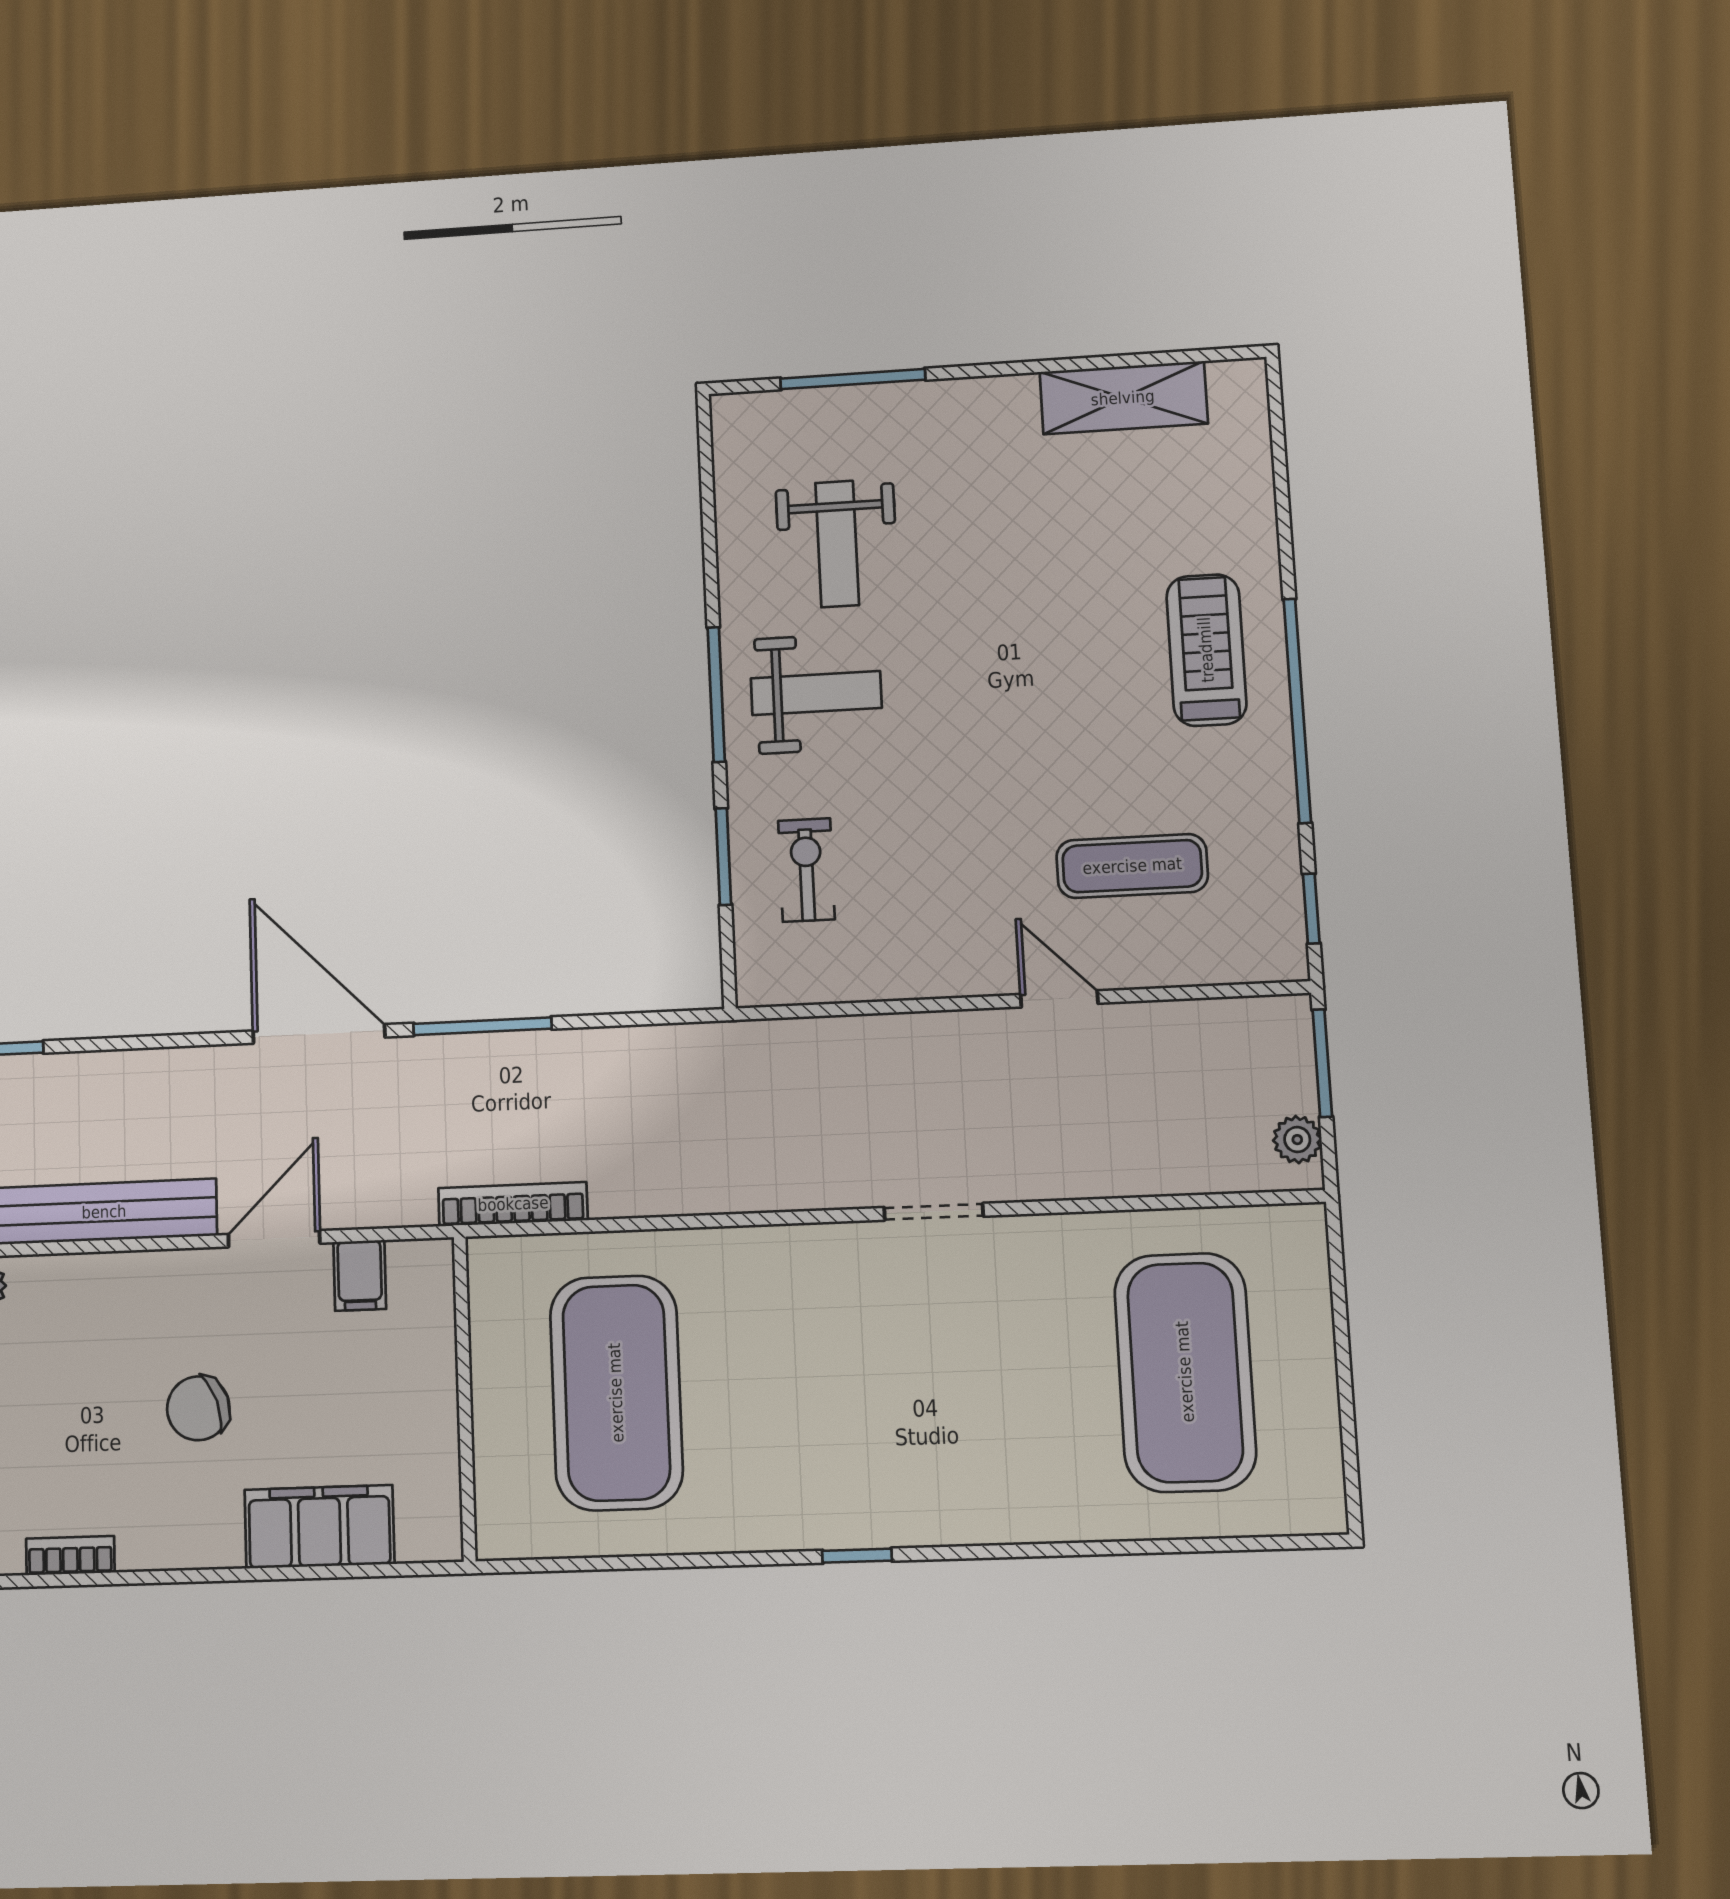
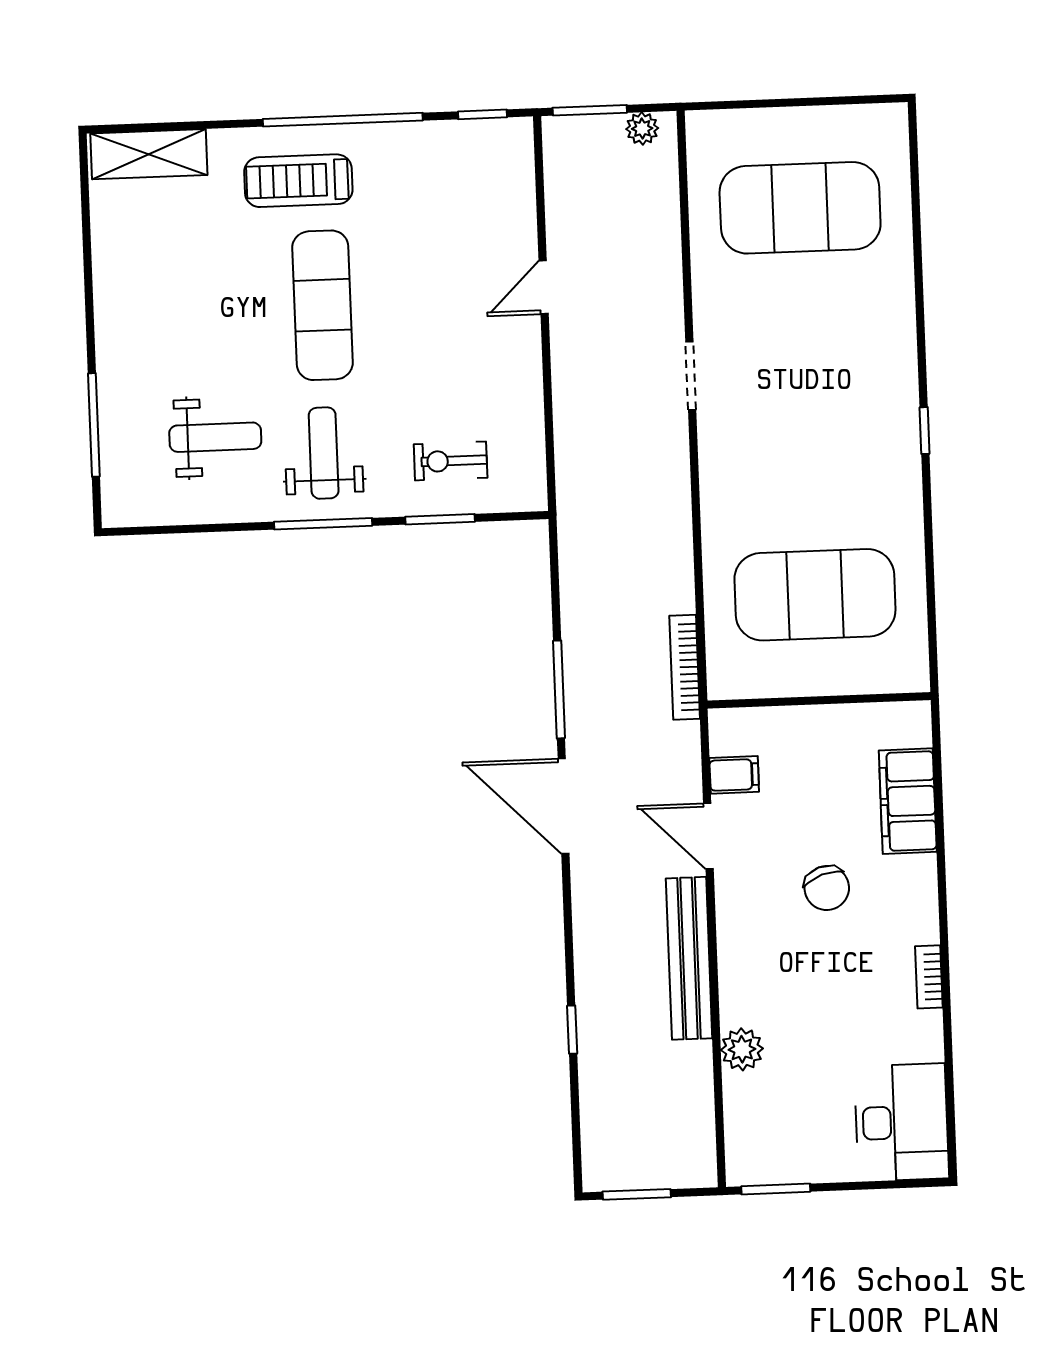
shelving: (1123, 398) -> (149, 154), moved, turned 90
exercise mat: (1132, 866) -> (322, 305), moved, width x1.36, depth x1.45
door: (319, 1034) -> (564, 806), hinge flipped

